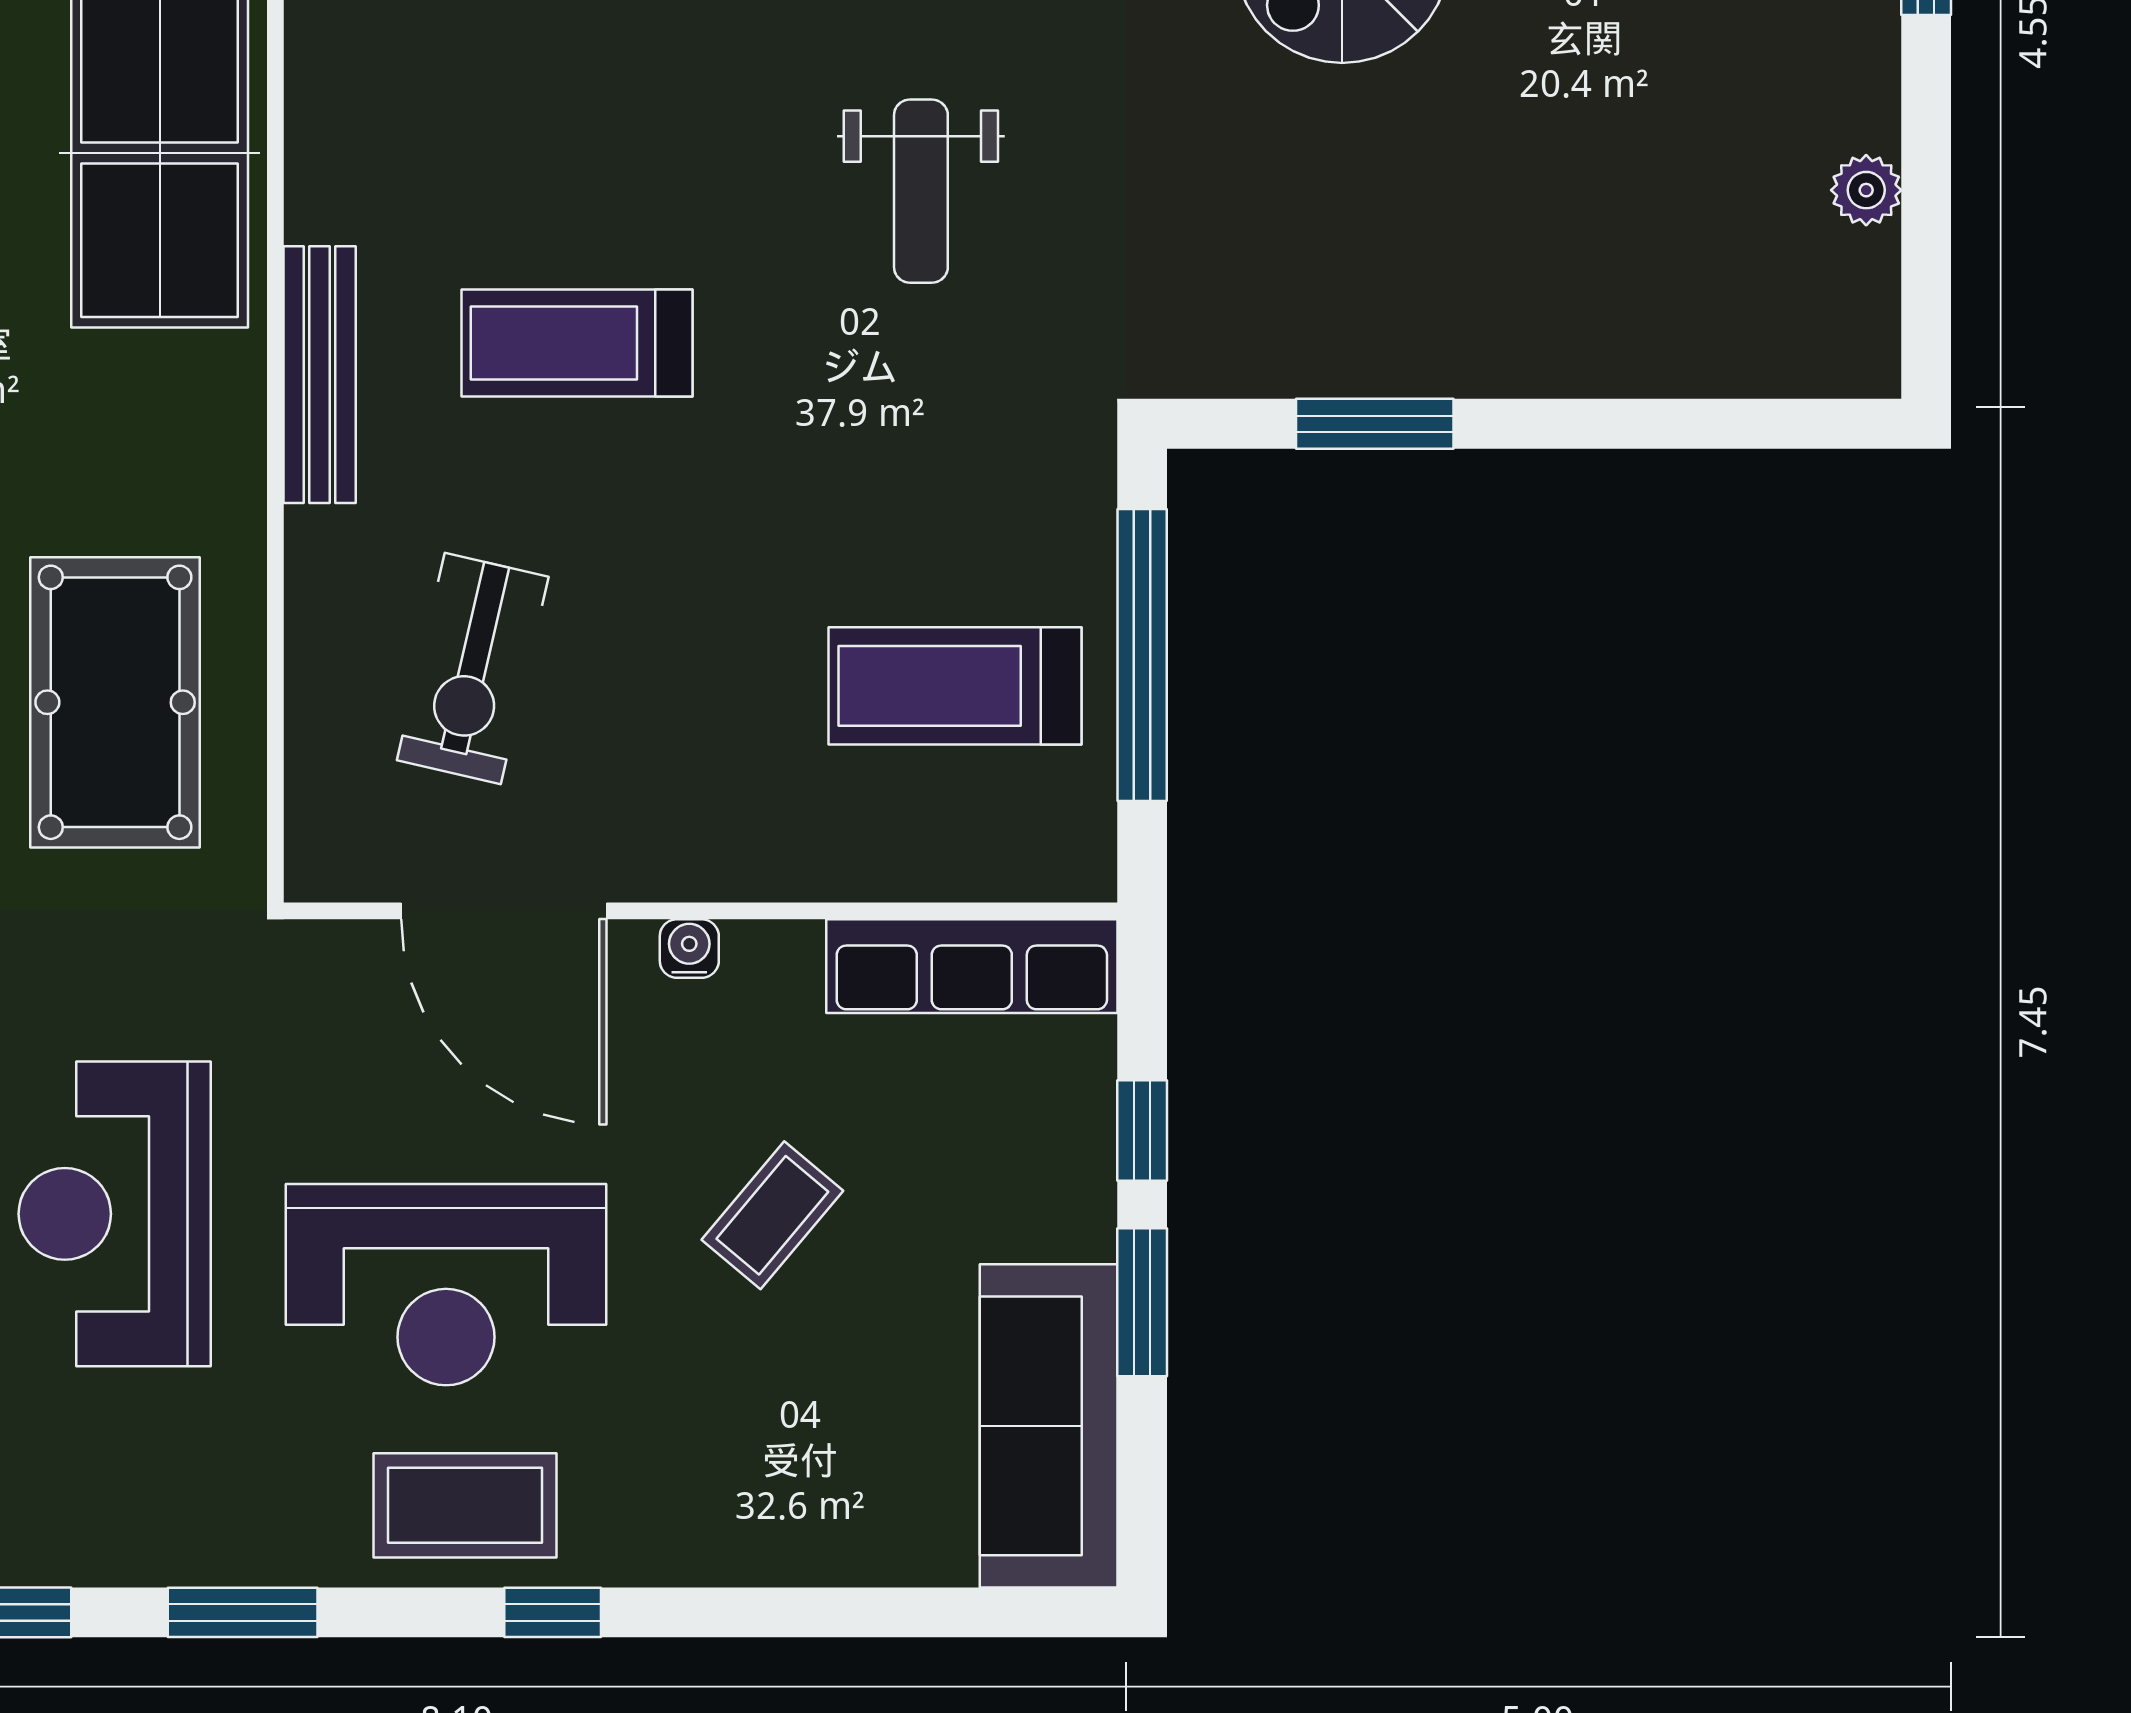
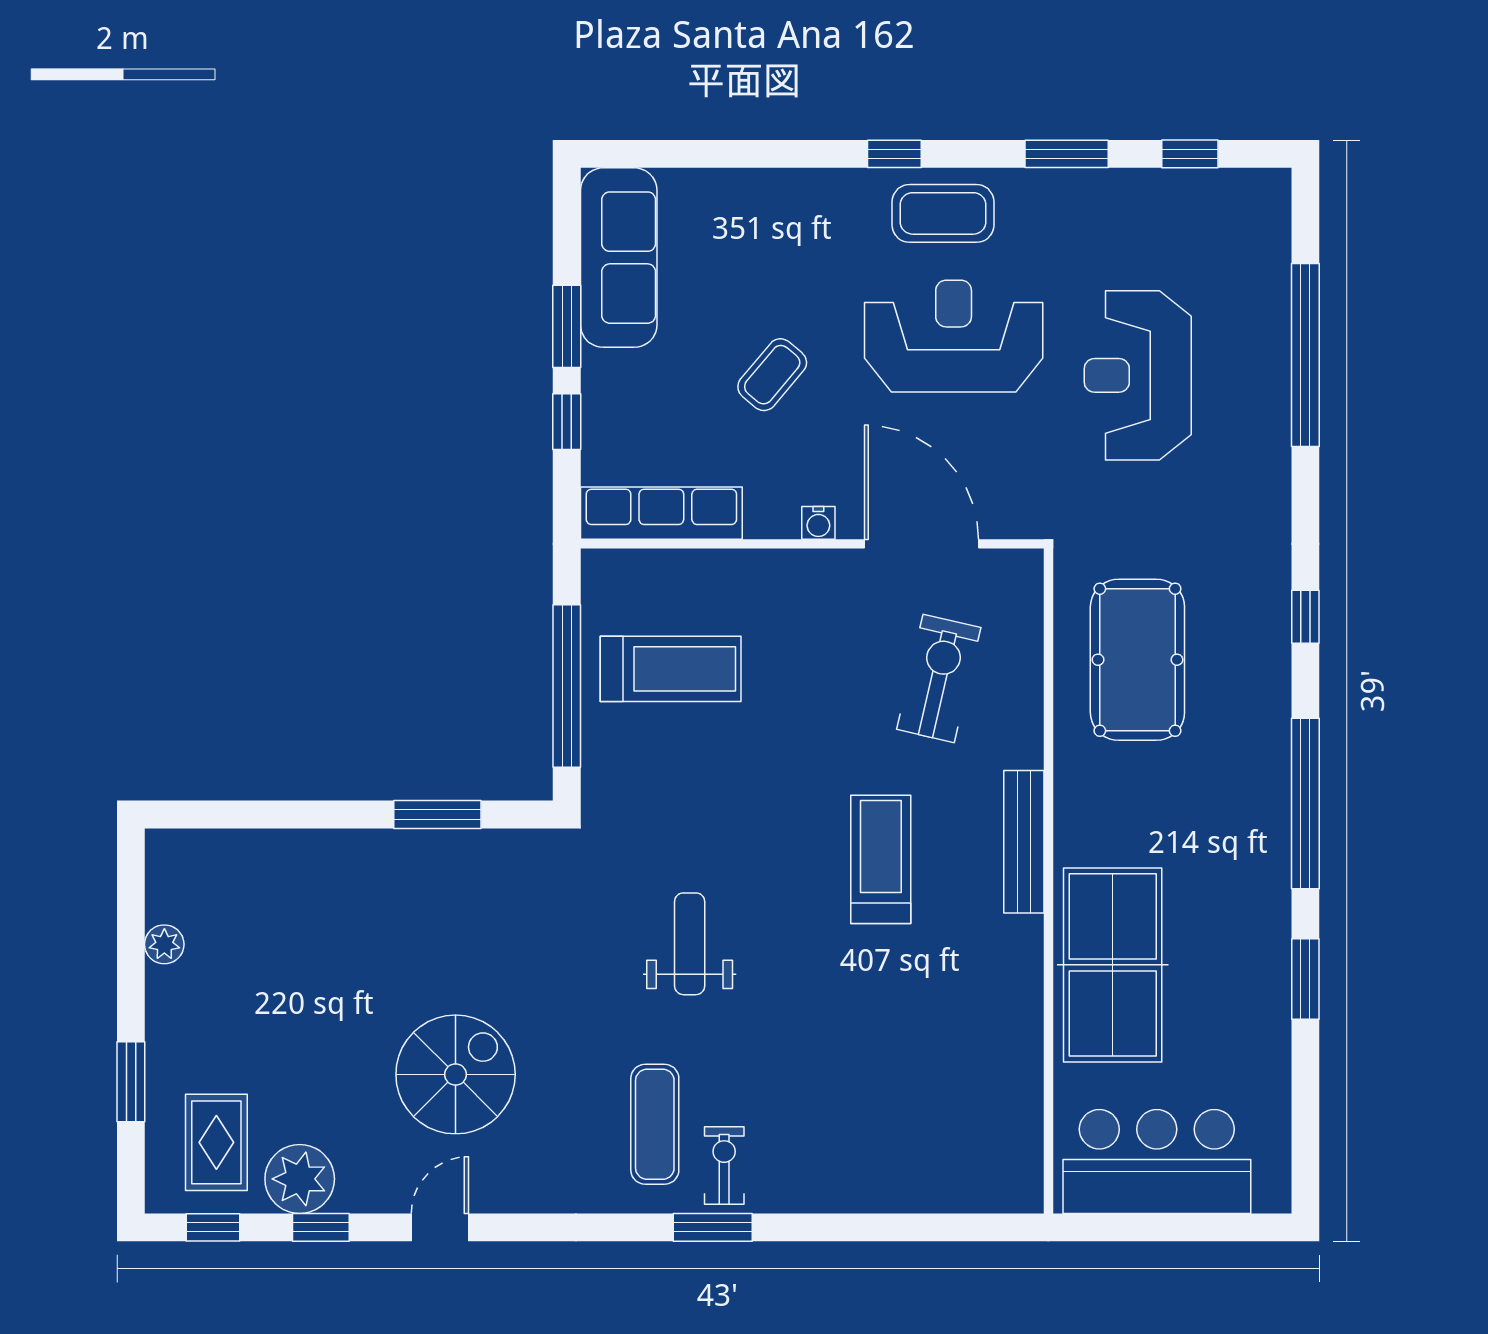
treadmill: (577, 343) -> (881, 859), turned -90
reception desk: (115, 1214) -> (1138, 375), turned 180

